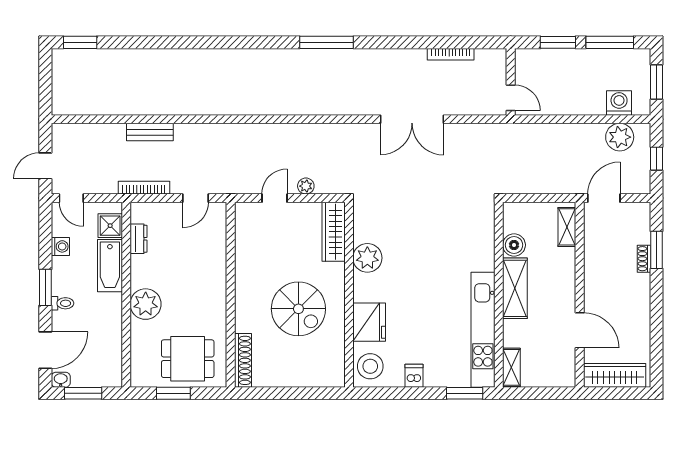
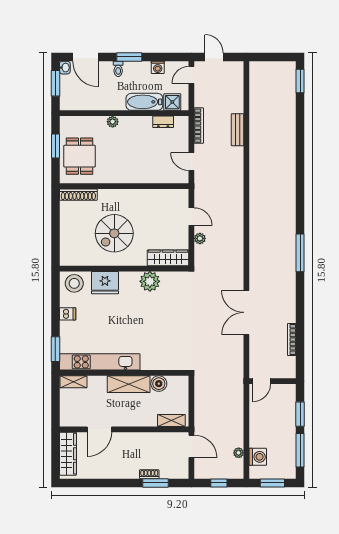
plant: (620, 137) -> (239, 453), width x0.53, depth x0.53
plant: (146, 304) -> (113, 122), width x0.53, depth x0.53

